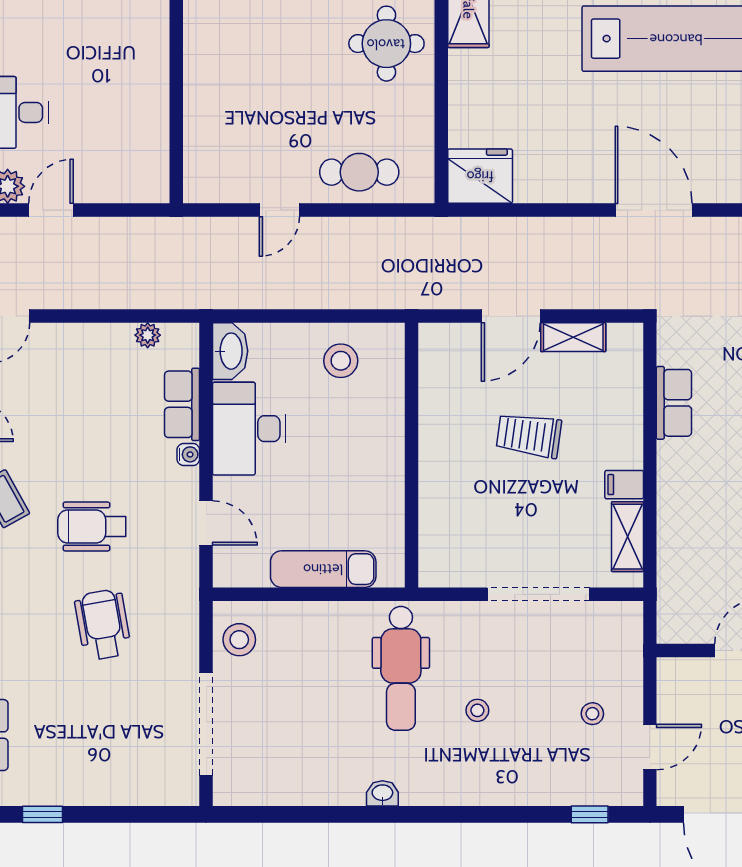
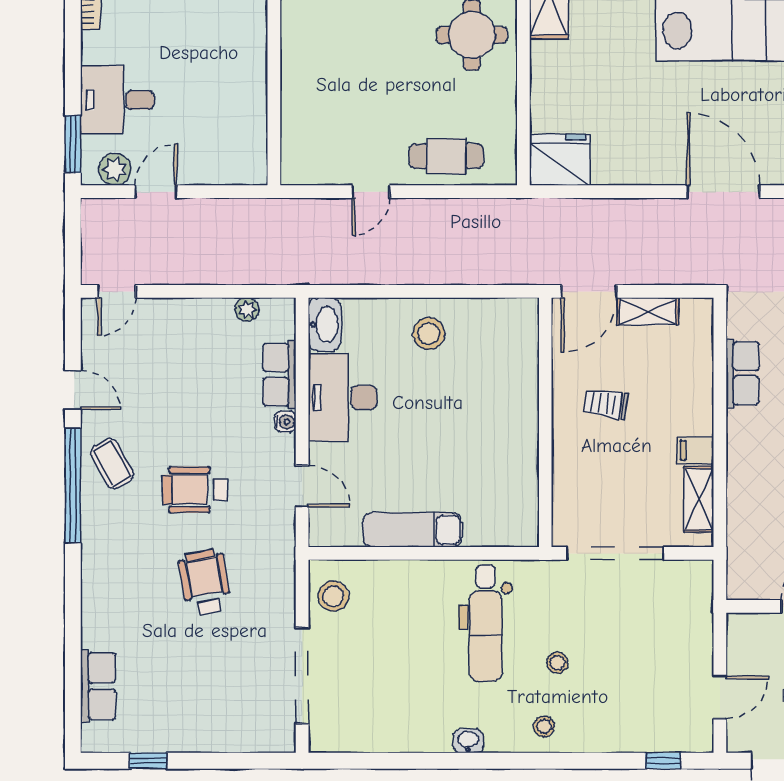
trolley: (529, 435) -> (606, 404), width x0.73, depth x0.72
wall: (411, 455) -> (545, 422), moved
stool: (592, 714) -> (544, 727), moved

